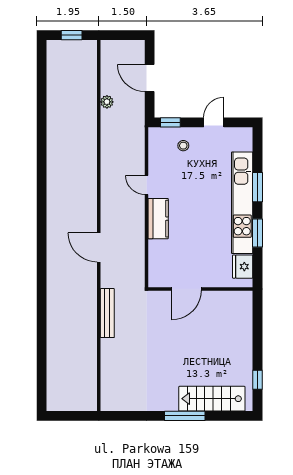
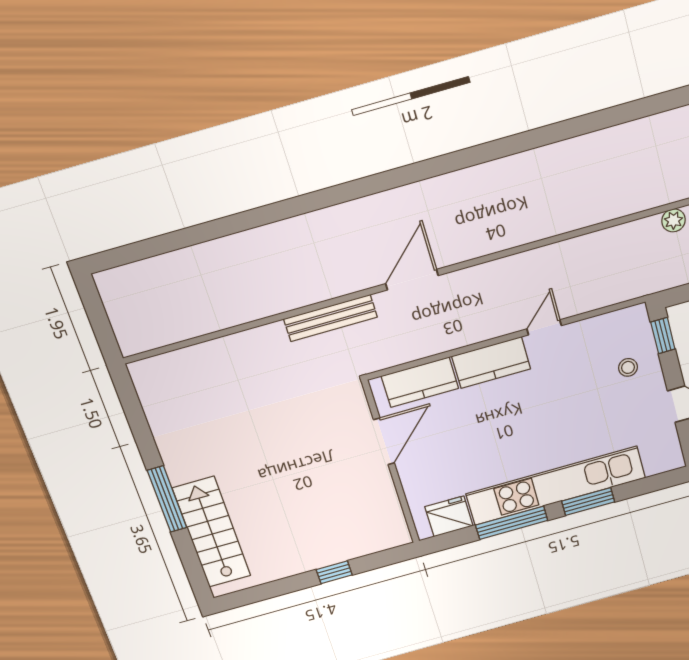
window: (258, 233) -> (512, 523), width x1.44
kitchen counter: (158, 260) -> (420, 382), added
door: (187, 289) -> (384, 441), swing flipped
bench: (107, 313) -> (330, 318), moved
window: (258, 380) -> (334, 572), moved

